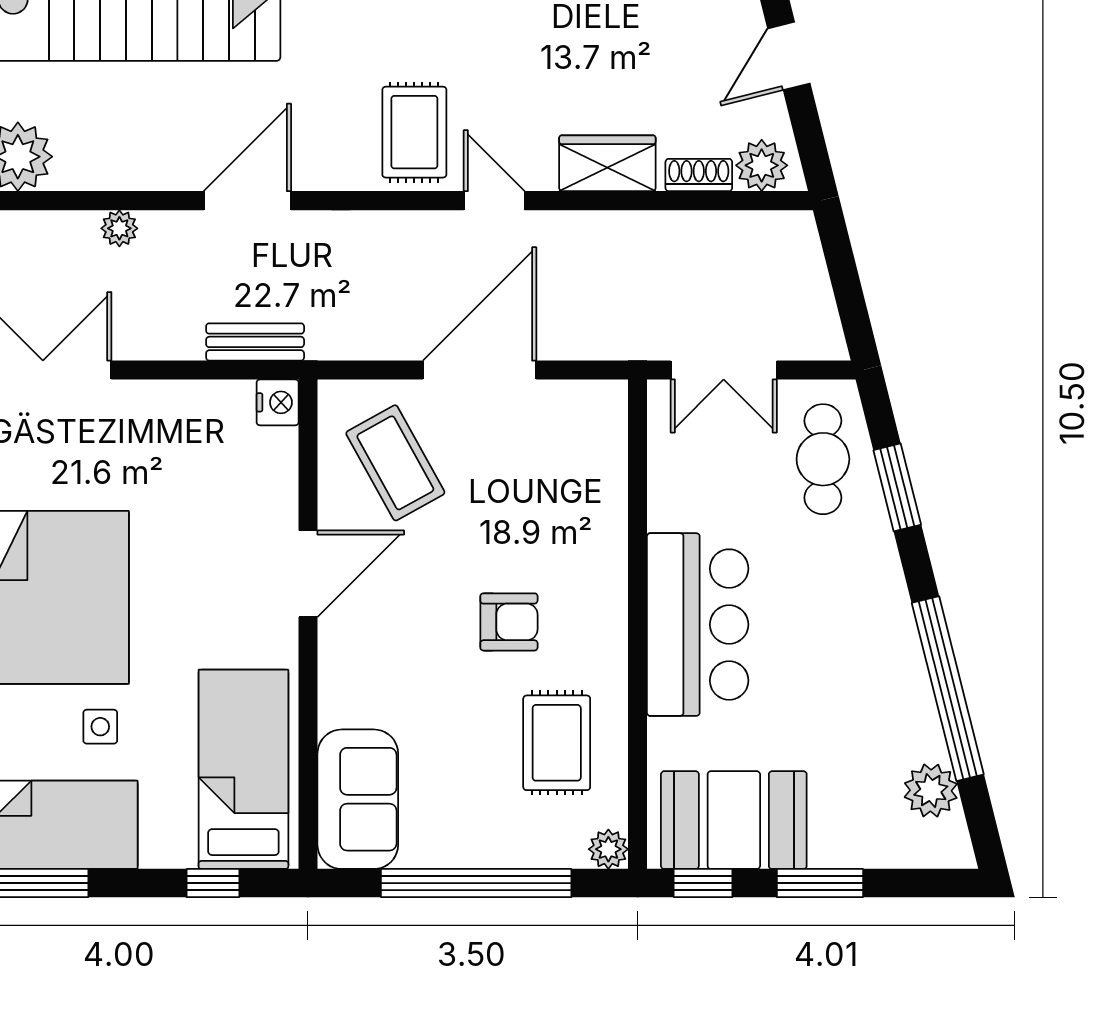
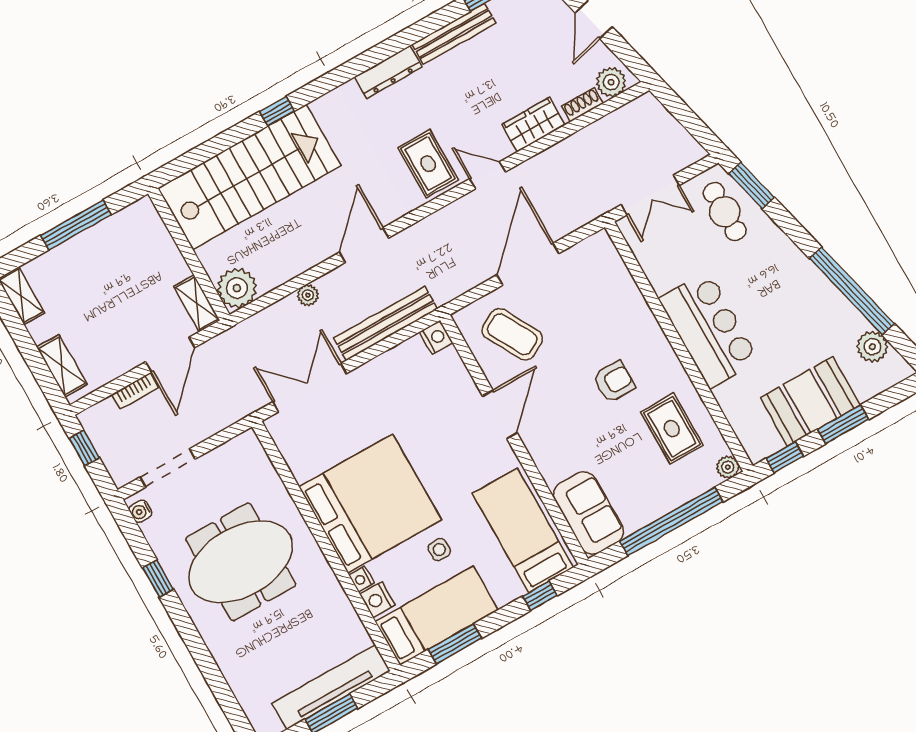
bench: (255, 342) -> (386, 324), width x1.86, depth x1.21
window: (897, 487) -> (752, 186), moved
booth: (734, 820) -> (810, 401), moved

